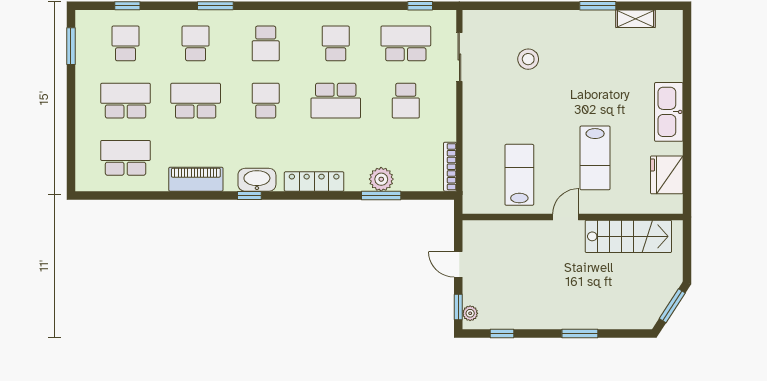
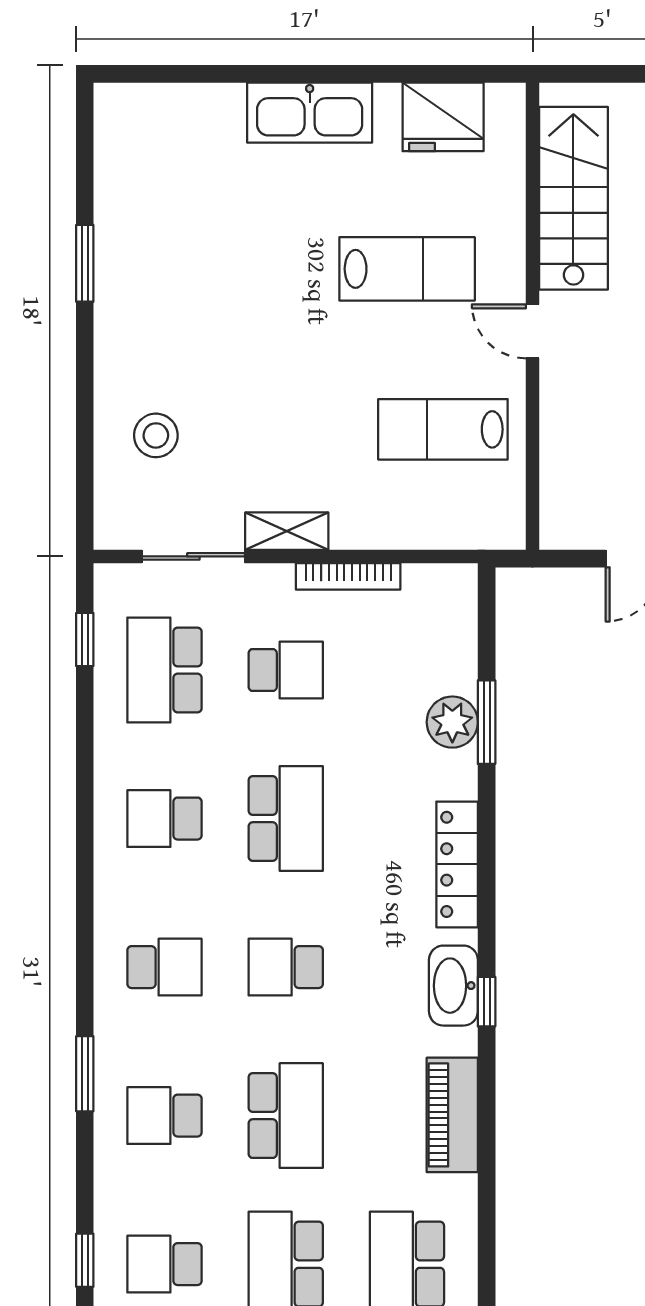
shelving: (636, 19) -> (287, 531), moved, turned 90
stool: (528, 59) -> (156, 435), moved
school desk: (196, 101) -> (286, 1116), turned 180
bookcase: (450, 167) -> (348, 576), moved

